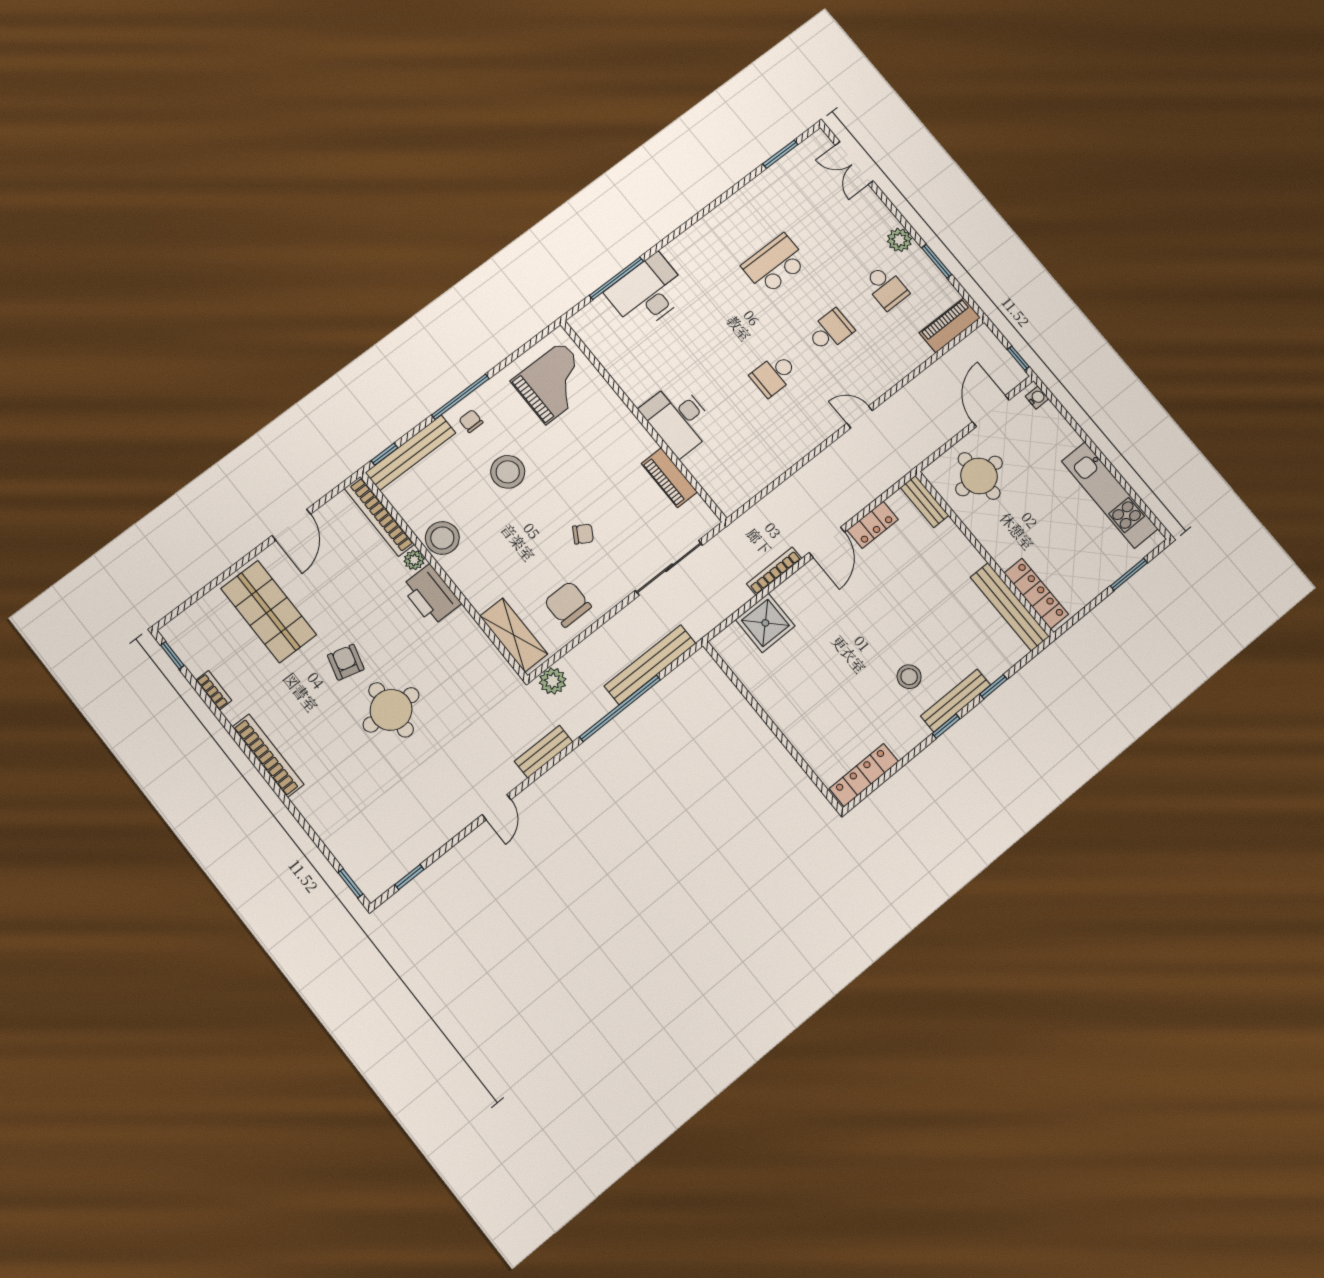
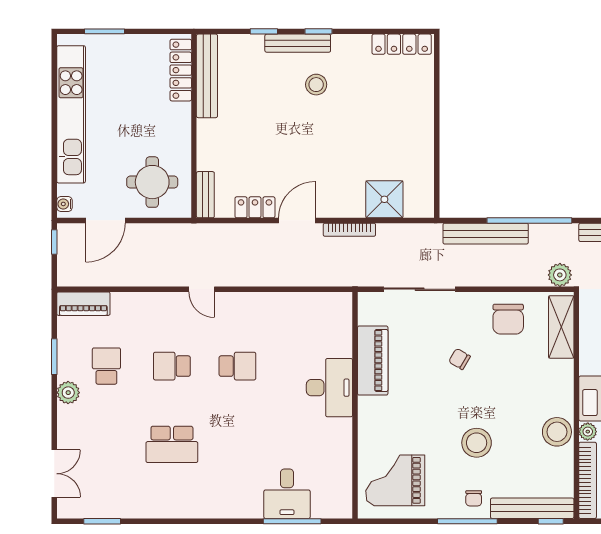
desk: (648, 293) -> (287, 494), width x0.73
piano: (669, 478) -> (373, 361), width x1.37, depth x1.33
kitchen unit: (1110, 495) -> (71, 114), width x1.36

